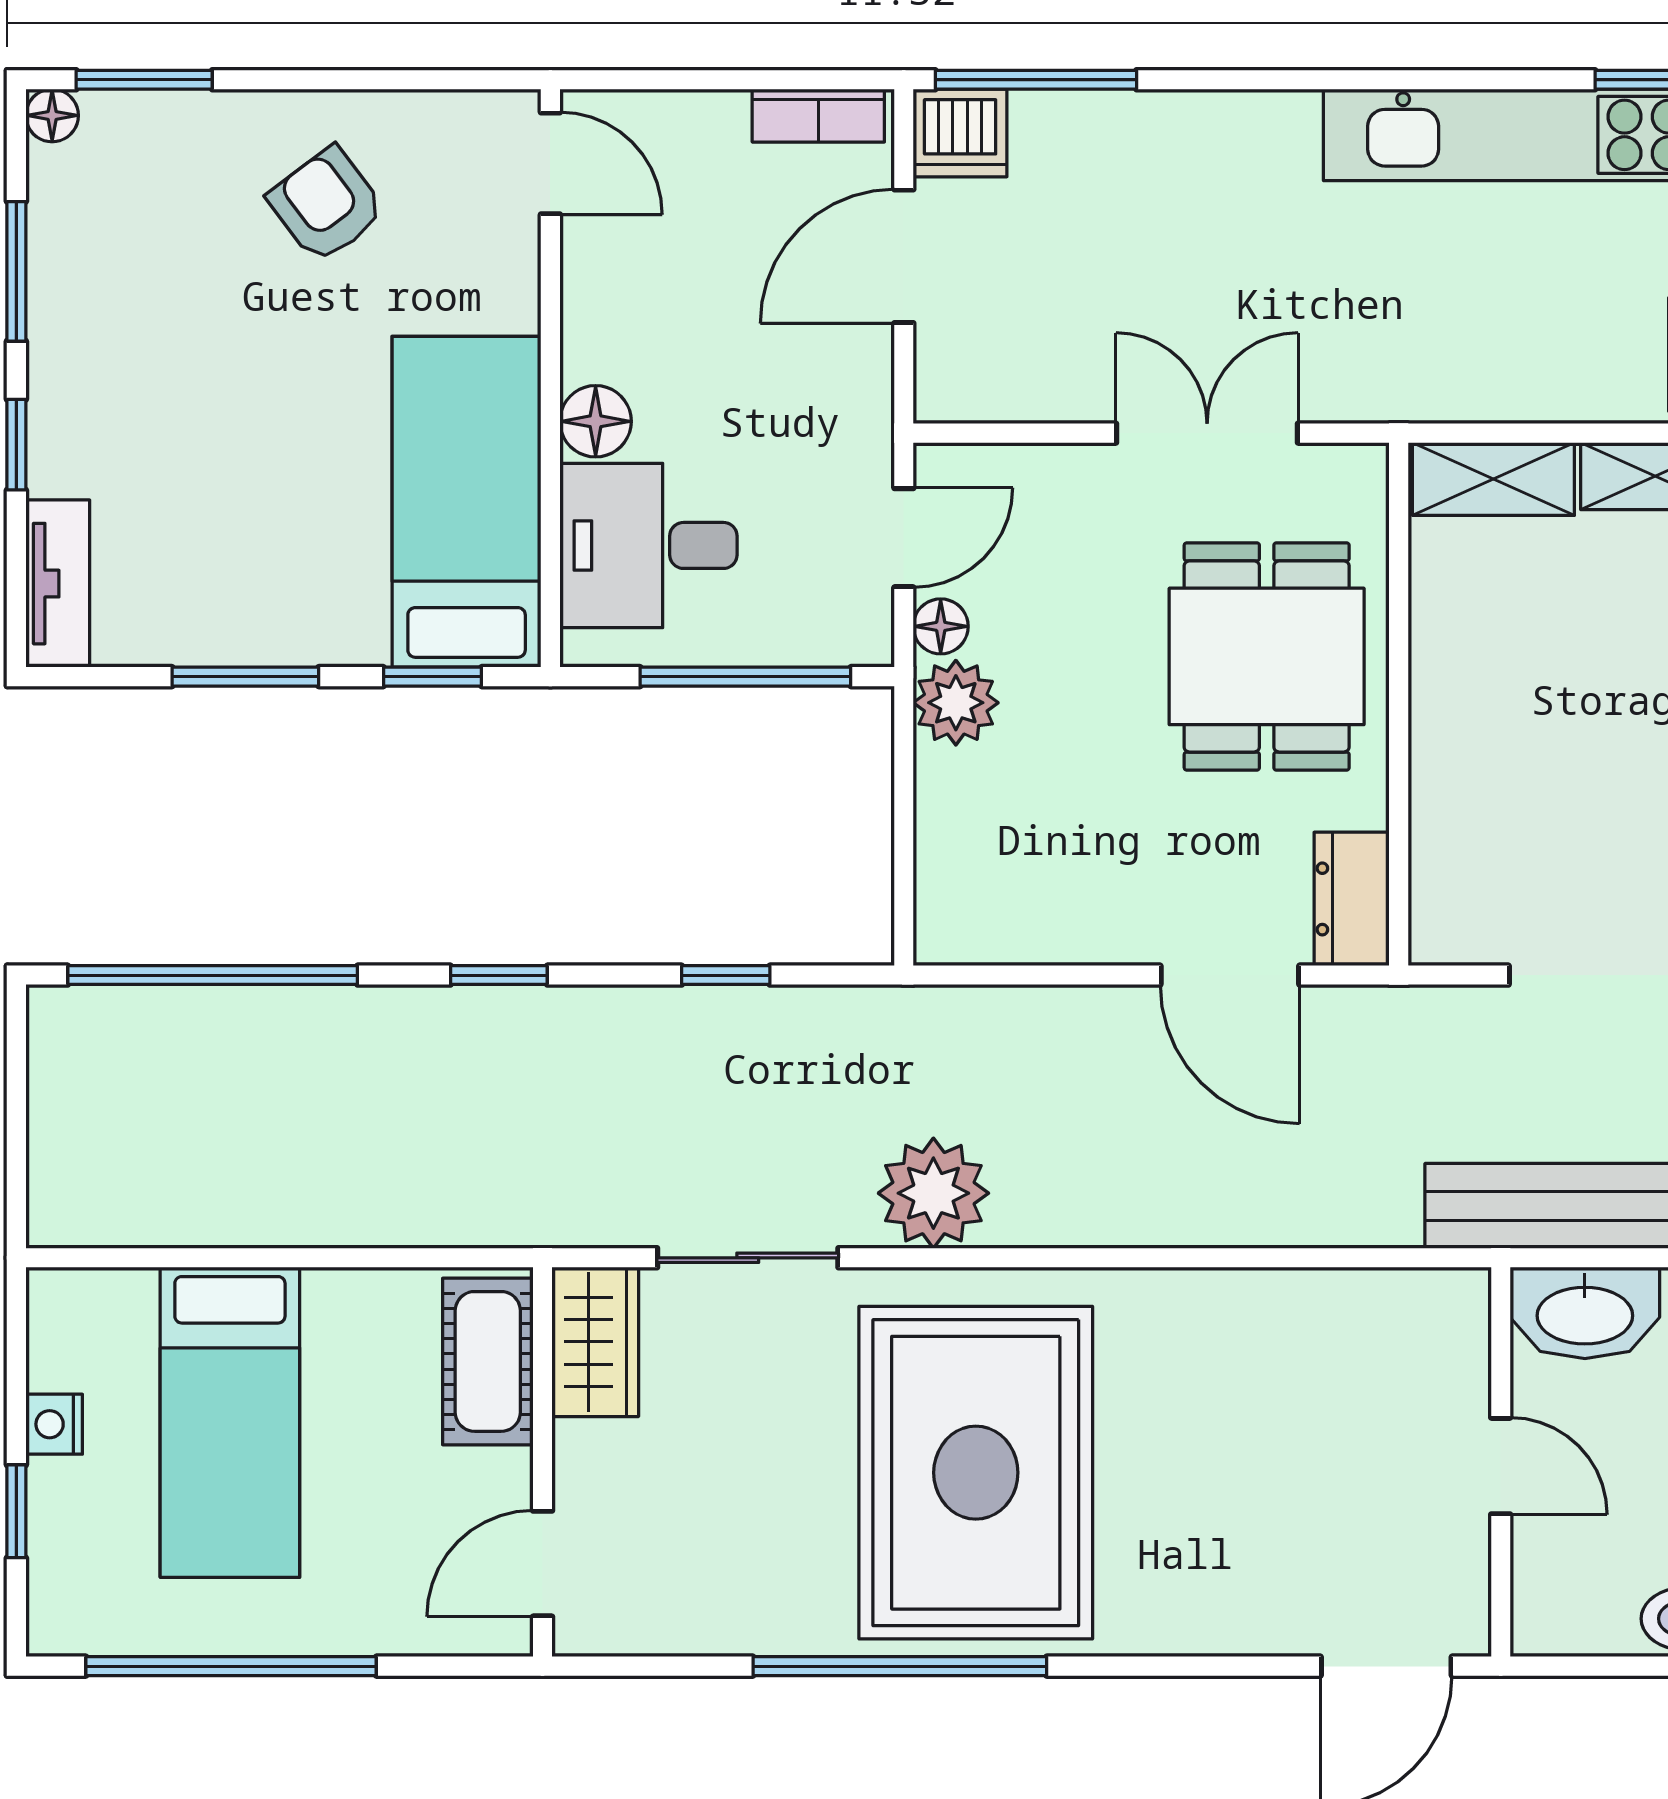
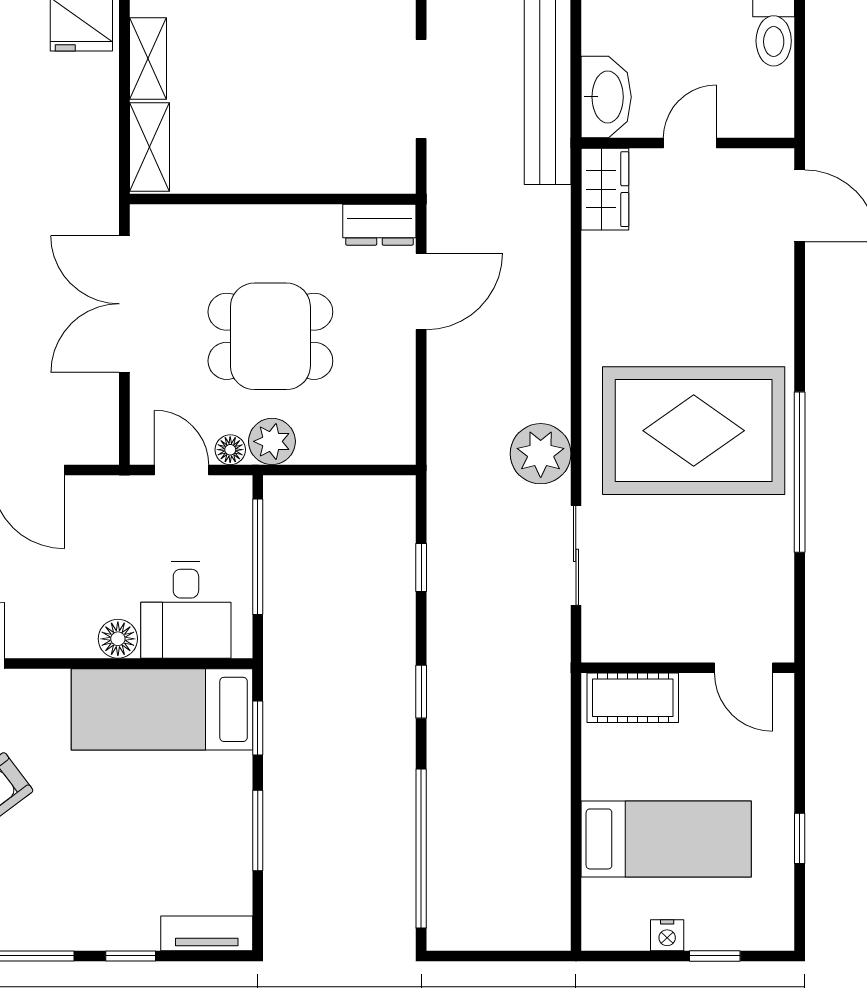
double door: (1207, 433) -> (124, 304), width x1.37
dining table: (1267, 656) -> (270, 336), moved
wardrobe: (595, 1342) -> (605, 189), moved, turned 90
window: (231, 1666) -> (800, 838), width x0.32

